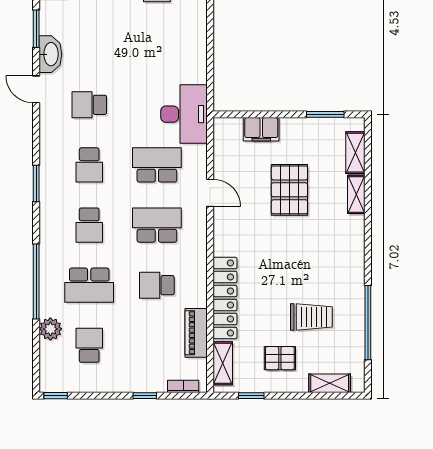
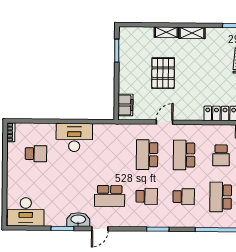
school desk: (89, 105) -> (110, 196), width x1.85
desk: (184, 114) -> (74, 137), moved
filing cabinet: (261, 129) -> (125, 105), moved
shelving: (355, 153) -> (192, 33), moved
pallet: (289, 190) -> (163, 73), turned 90
school desk: (89, 285) -> (221, 197), turned 180

